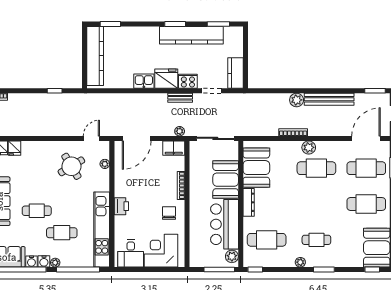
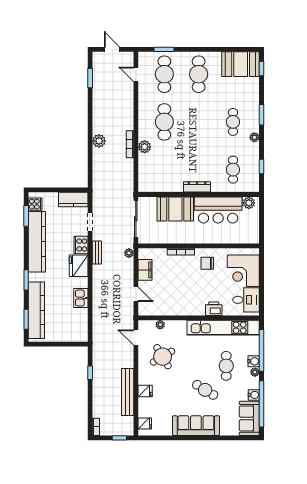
window: (175, 24) -> (26, 280), moved
cooker: (231, 33) -> (35, 204), added
kitchen counter: (95, 56) -> (36, 310), moved, turned 90
kitchen sink: (144, 81) -> (81, 298), moved
window: (375, 91) -> (90, 78), moved
bench: (329, 99) -> (128, 392), moved
door: (137, 138) -> (136, 294), width x0.53
door: (366, 138) -> (136, 74), width x0.53
plant: (309, 147) -> (145, 147), moved
fridge: (15, 148) -> (145, 391), moved
filing cabinet: (174, 148) -> (145, 270), moved
booth: (256, 168) -> (164, 180), removed
printer: (121, 206) -> (214, 309), moved
cafe table: (37, 211) -> (205, 390), turned -58
cafe table: (267, 240) -> (233, 170), width x0.73, depth x0.74
water cooler: (44, 261) -> (254, 361), moved
window: (219, 270) -> (262, 215), removed
window: (255, 270) -> (262, 166), moved

